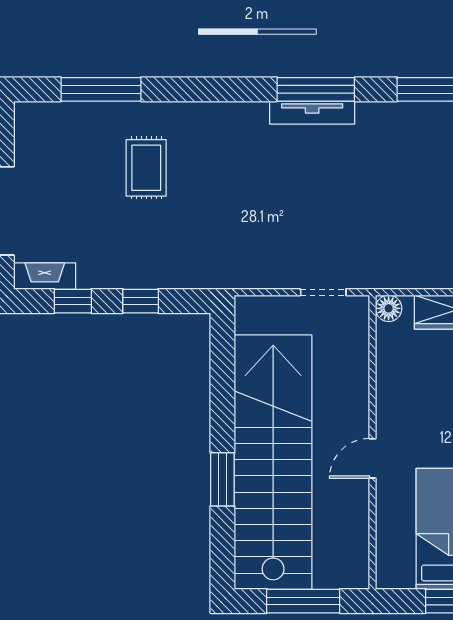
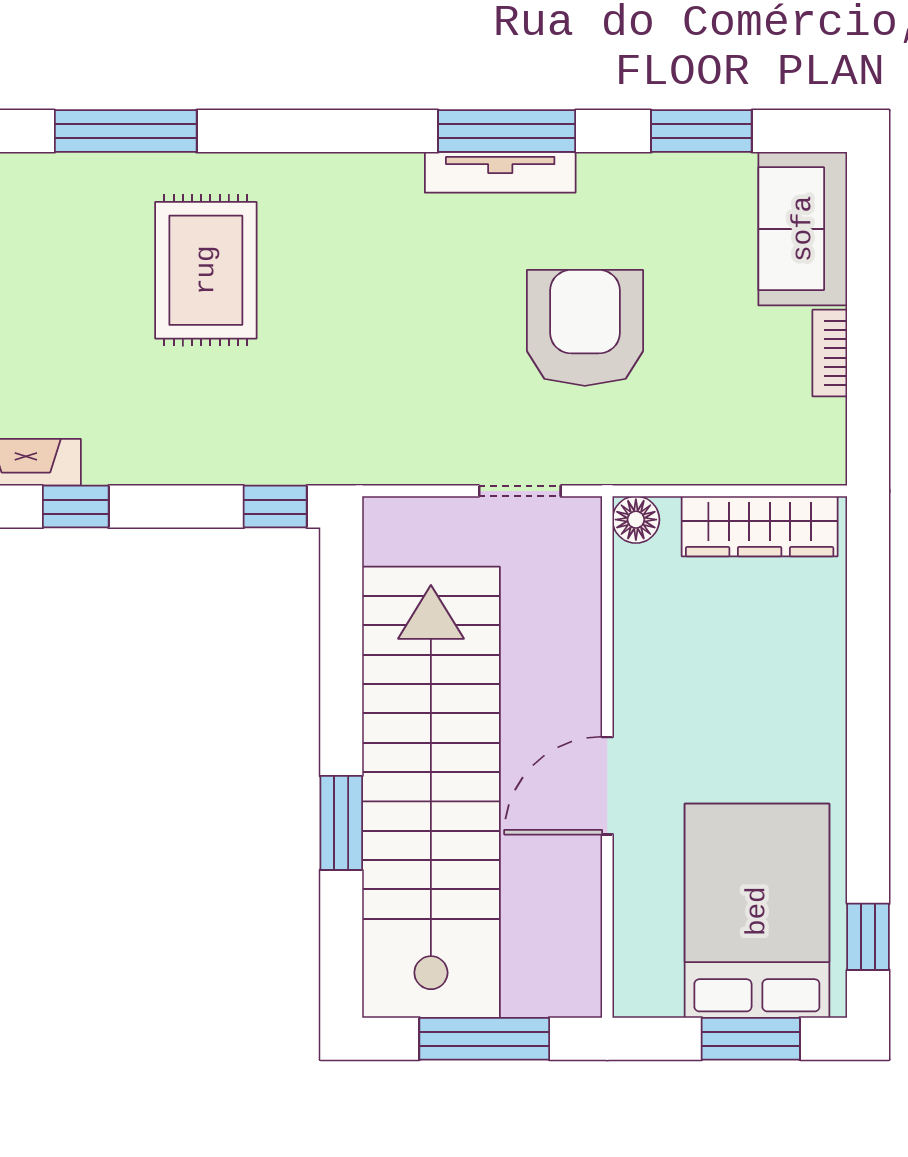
rug: (146, 168) -> (206, 270), width x1.36, depth x1.43
armchair: (360, 200) -> (585, 328), added
window: (141, 301) -> (275, 507), moved
door: (372, 458) -> (607, 786), width x1.38

